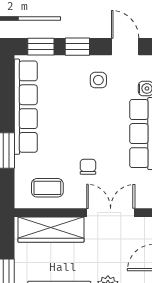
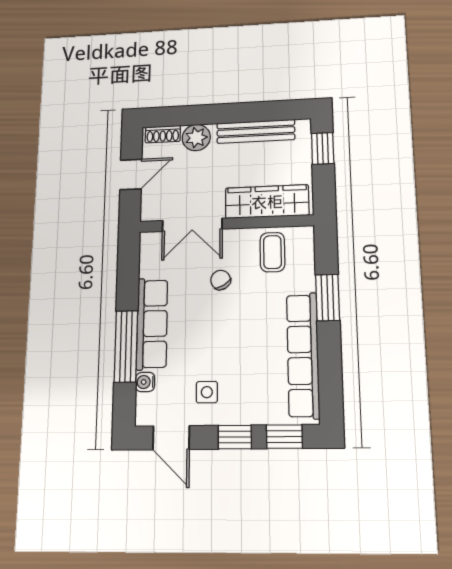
chair: (88, 167) -> (221, 280), turned 149
coffee table: (47, 188) -> (272, 252), turned 90

